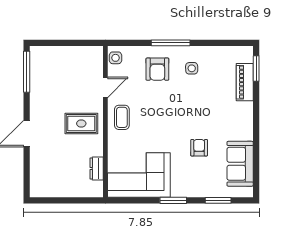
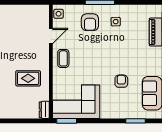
rug: (81, 124) -> (28, 78), moved
dresser: (97, 168) -> (44, 110), moved
window: (173, 200) -> (67, 121), moved

